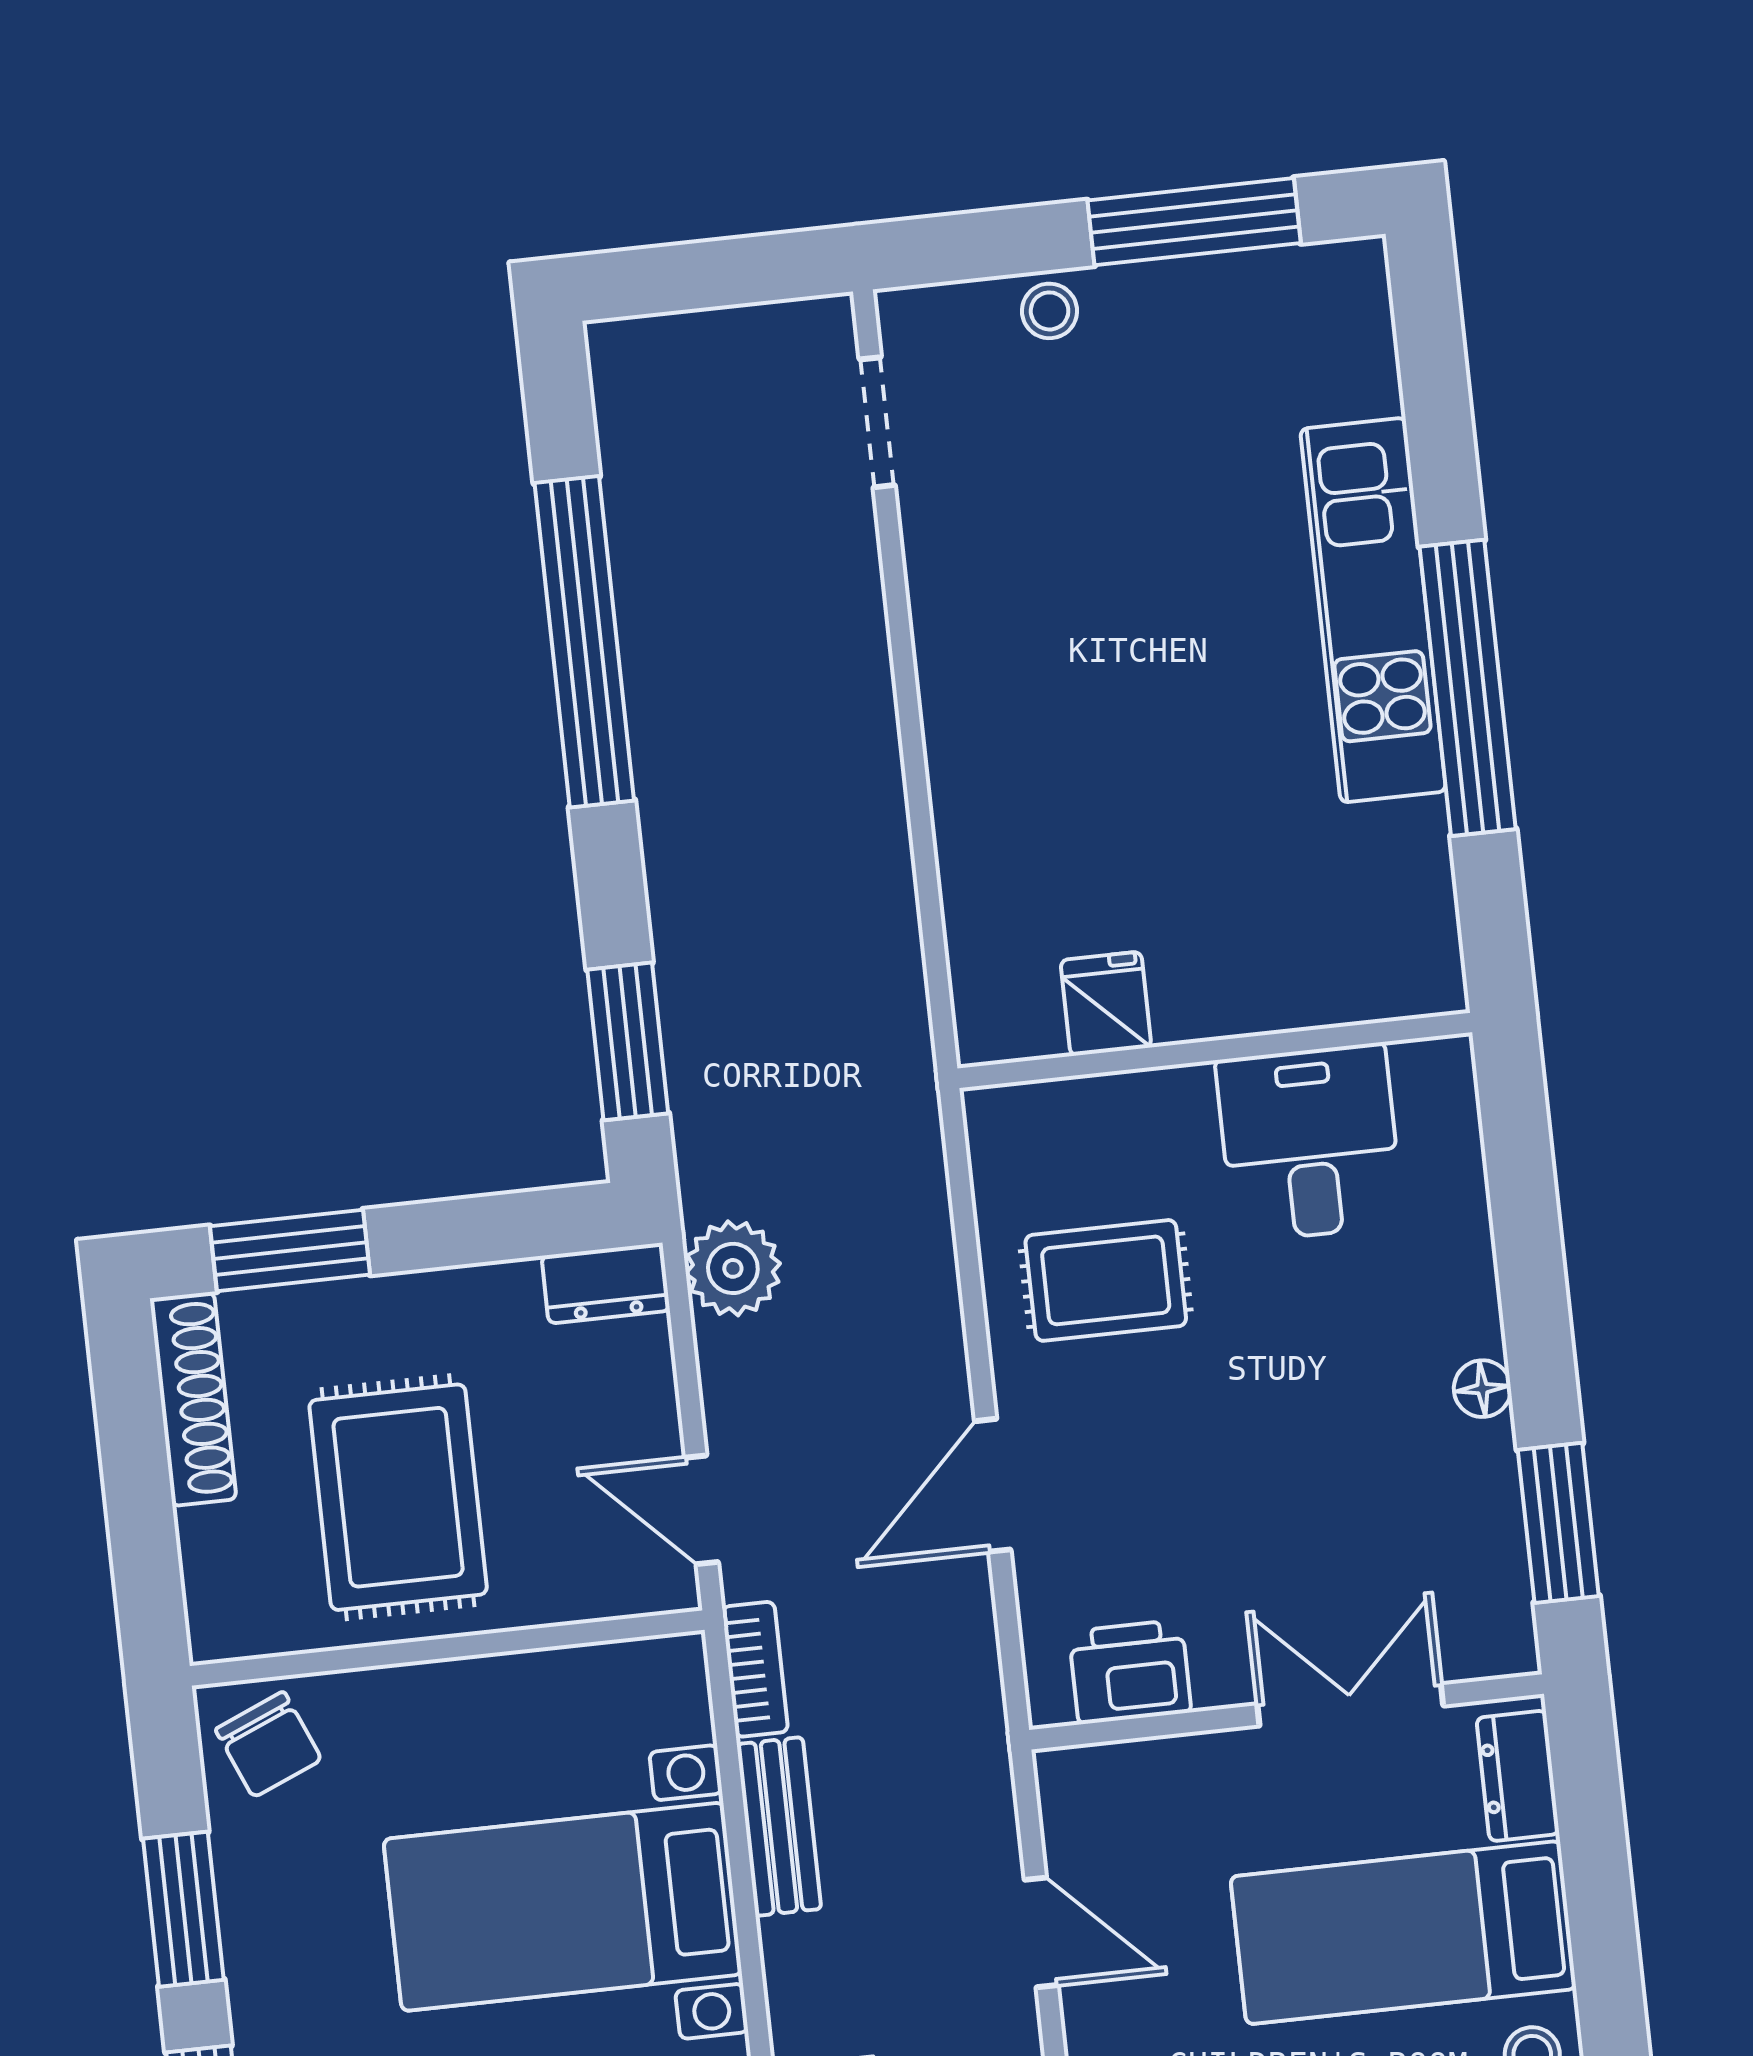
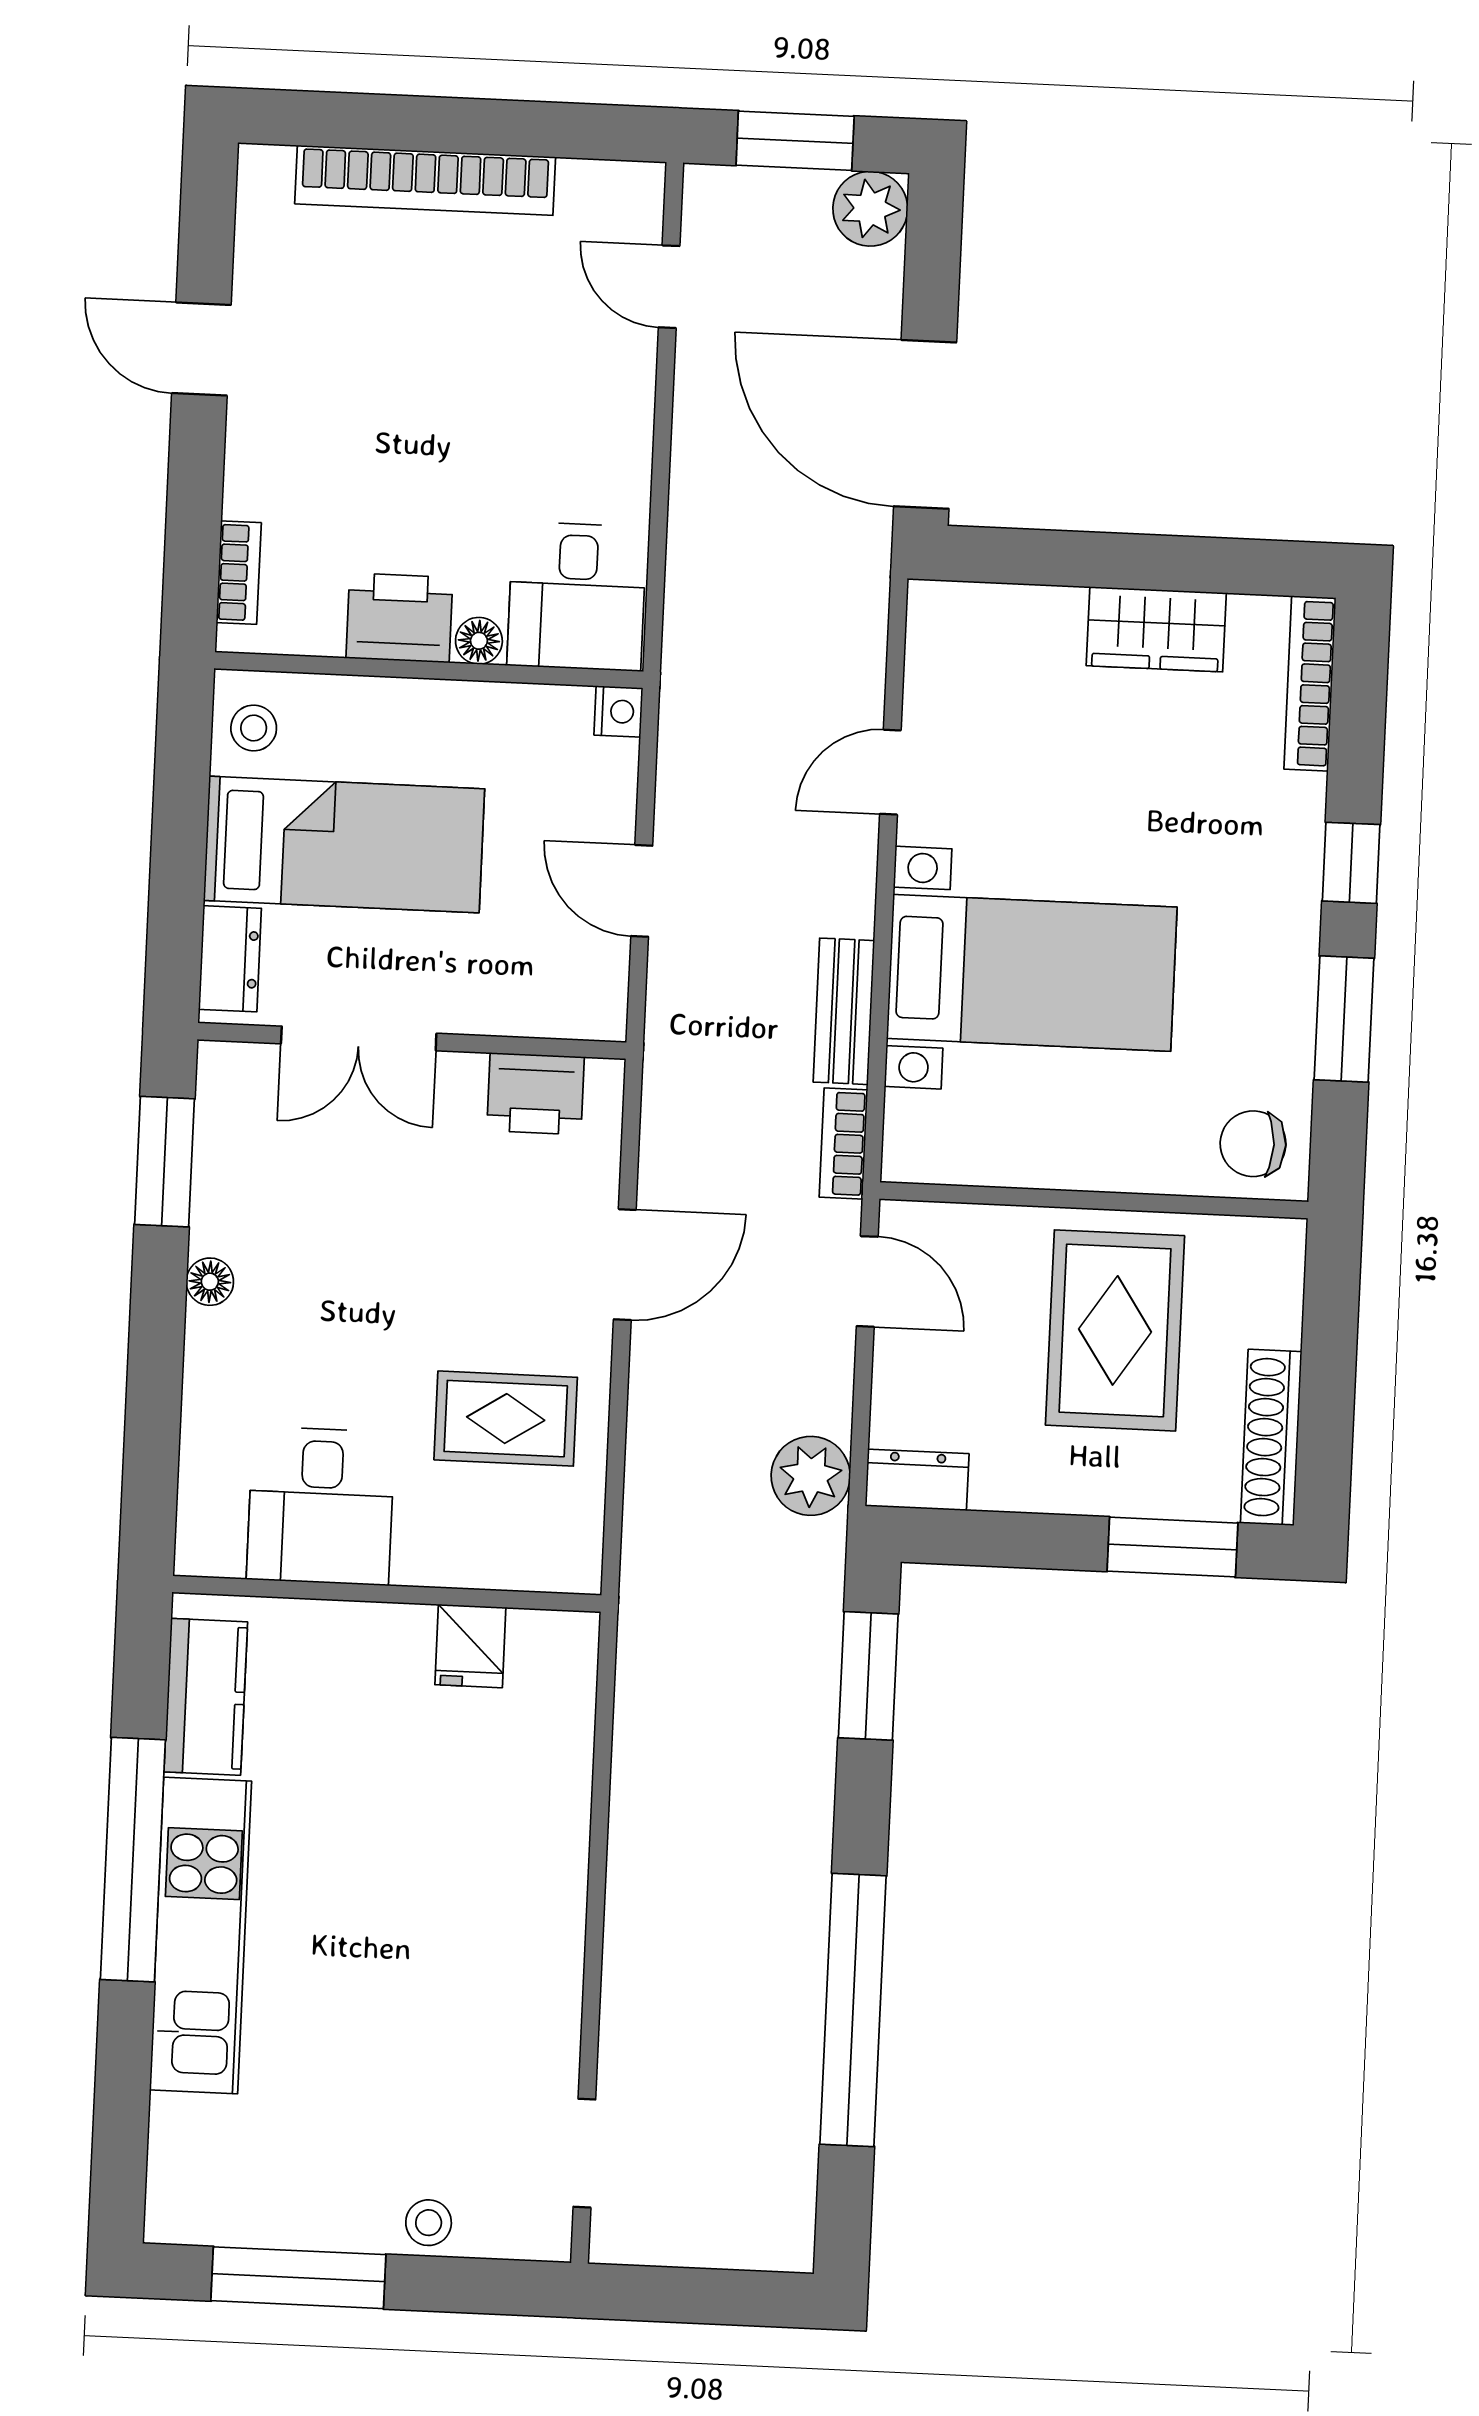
kitchen counter: (1411, 895) -> (206, 1697), added
chair: (268, 1744) -> (1253, 1144), turned -67

